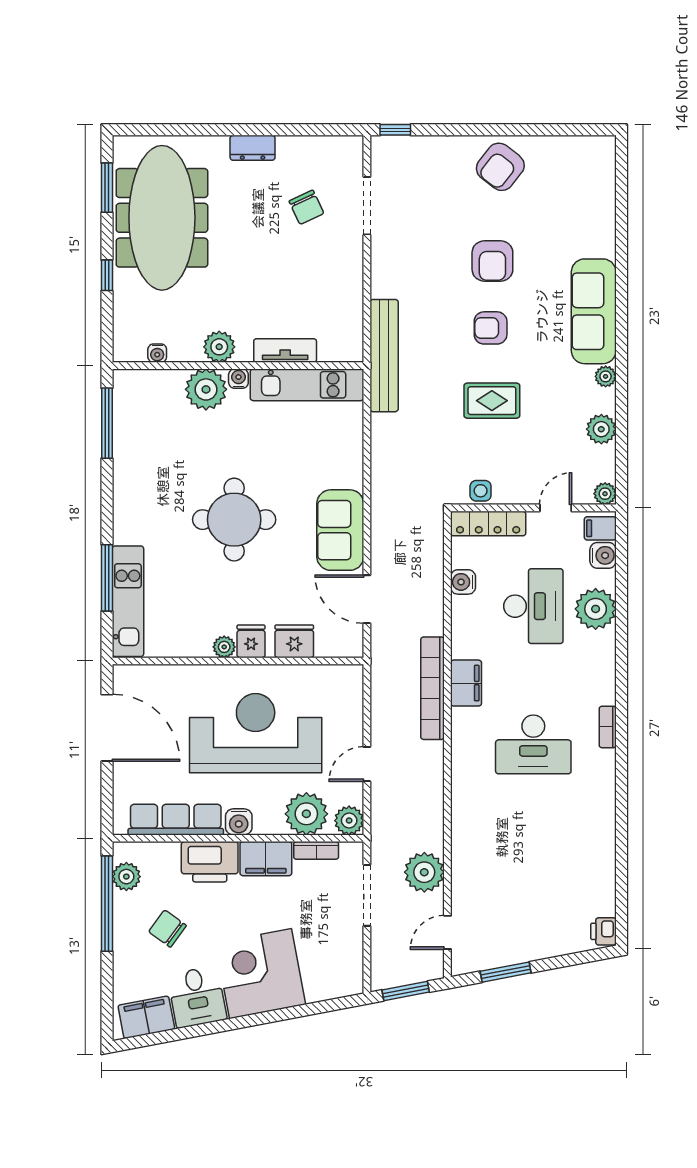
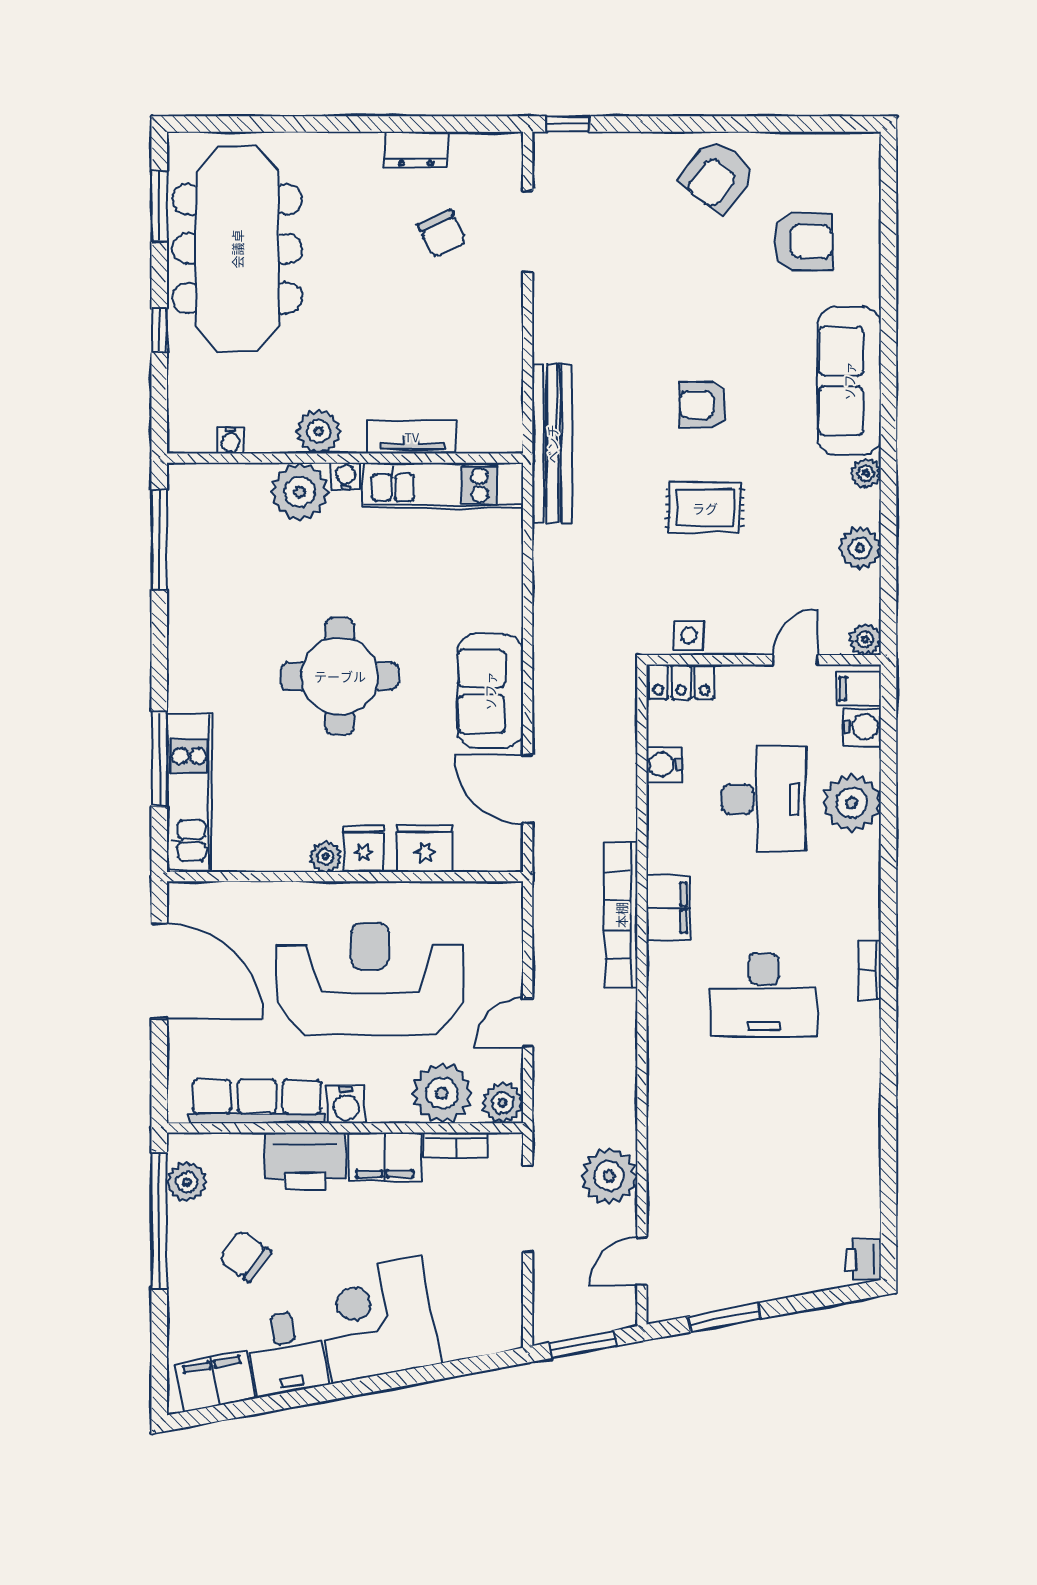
dresser: (253, 148) -> (416, 149), moved
armchair: (492, 261) -> (803, 241), moved, turned -90
locker: (488, 524) -> (681, 682), width x0.66

